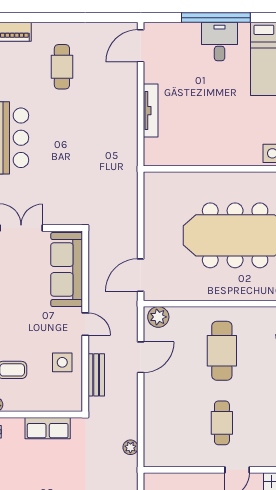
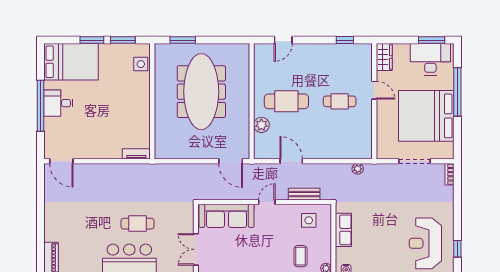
cafe table: (62, 67) -> (137, 224), moved
tv unit: (151, 111) -> (136, 154), moved, width x0.71
plant: (158, 317) -> (261, 125), moved
side table: (62, 362) -> (309, 220), moved

